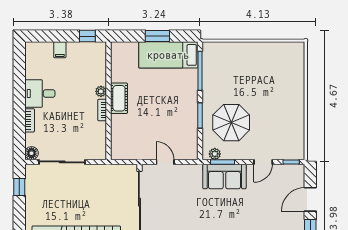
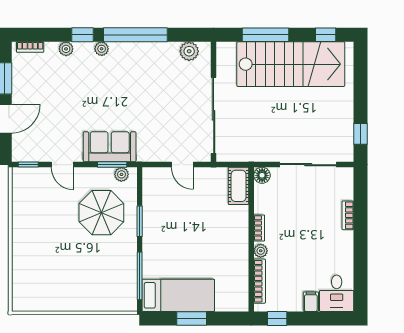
bookcase: (102, 67) -> (260, 281), added
desk: (40, 94) -> (337, 293), moved, turned 90
cot: (119, 98) -> (239, 186), moved
floor lamp: (31, 153) -> (262, 175), moved
door: (263, 162) -> (62, 165), swing flipped

